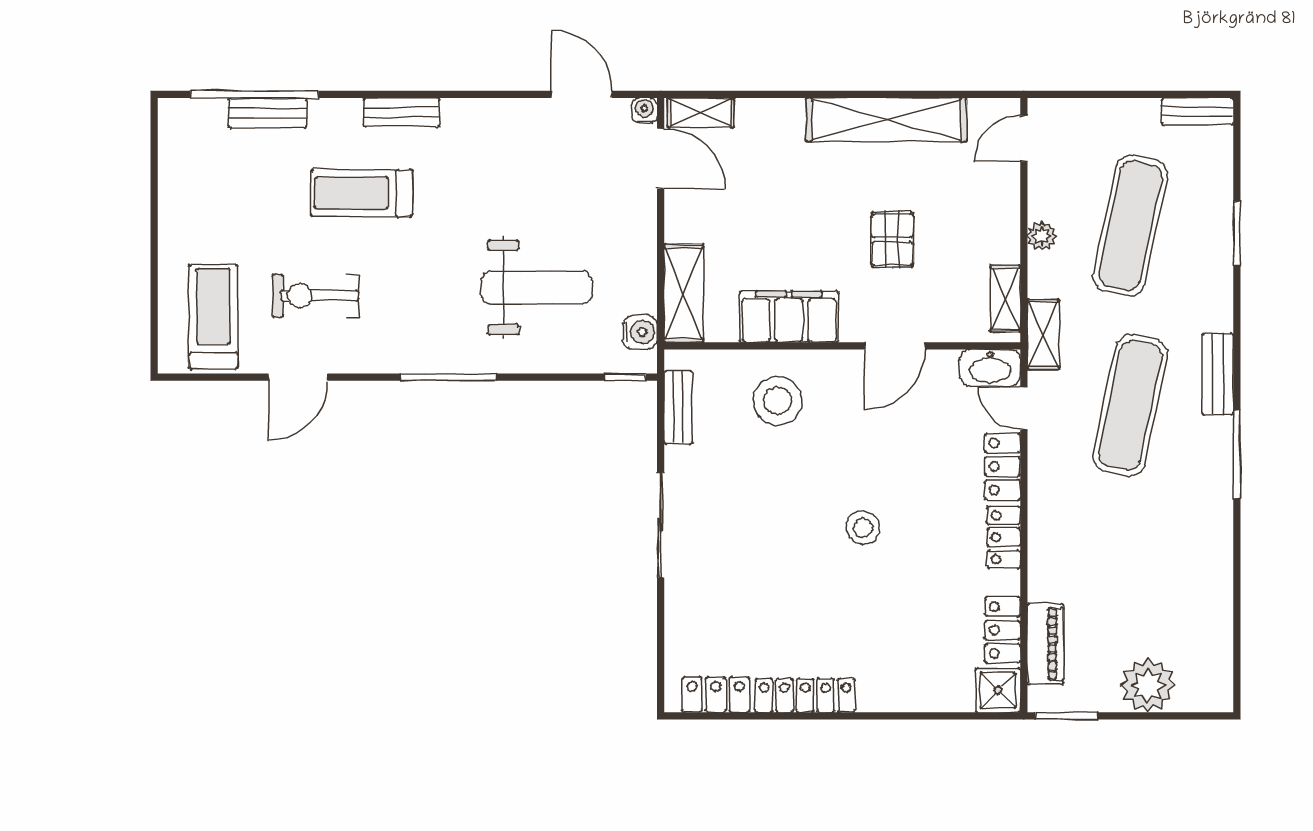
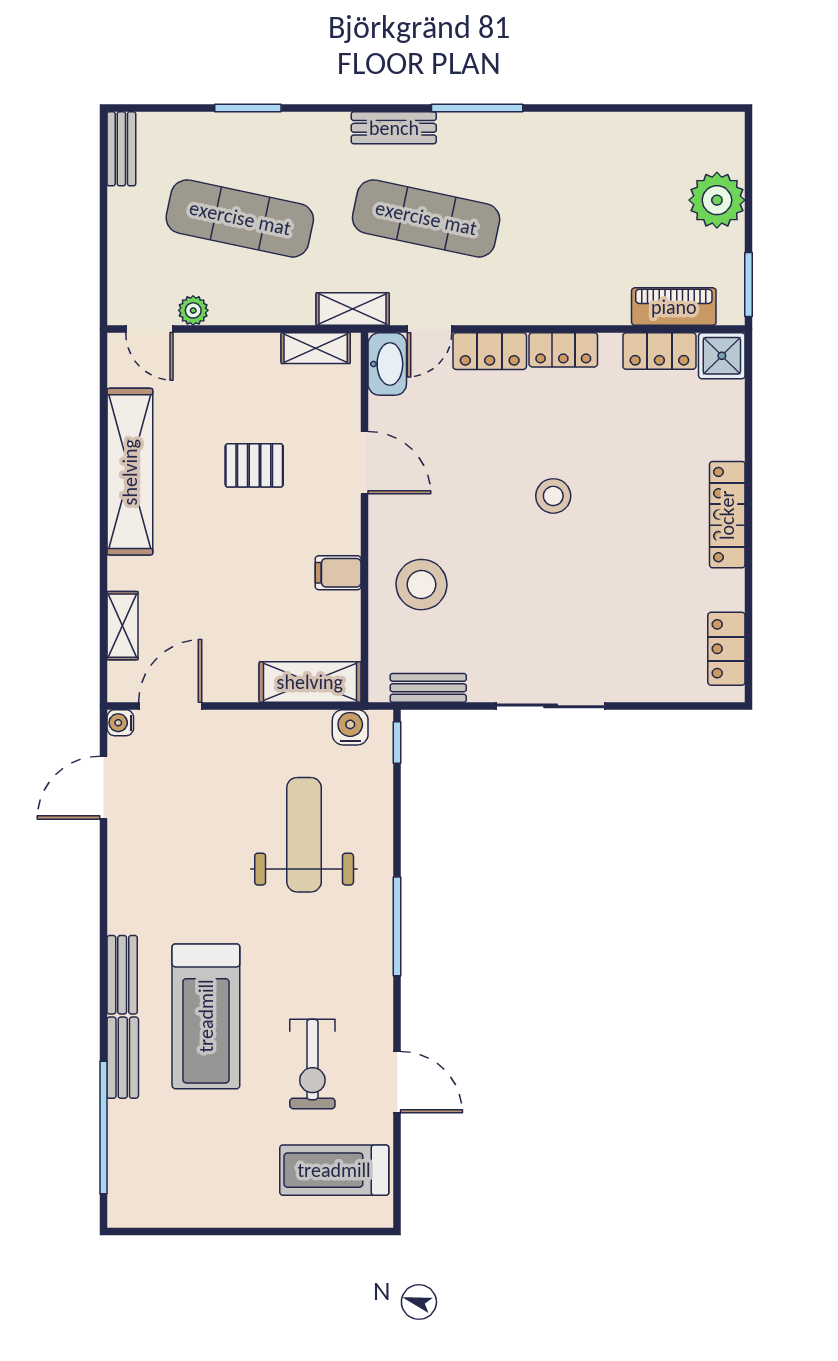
bench: (267, 113) -> (123, 1058), moved
shelving: (701, 113) -> (123, 626), moved
treadmill: (361, 193) -> (206, 1016), width x1.37, depth x1.38
plant: (1042, 236) -> (193, 310), moved
filing cabinet: (789, 317) -> (338, 573), width x0.33, depth x0.86
locker: (805, 695) -> (727, 515), moved

